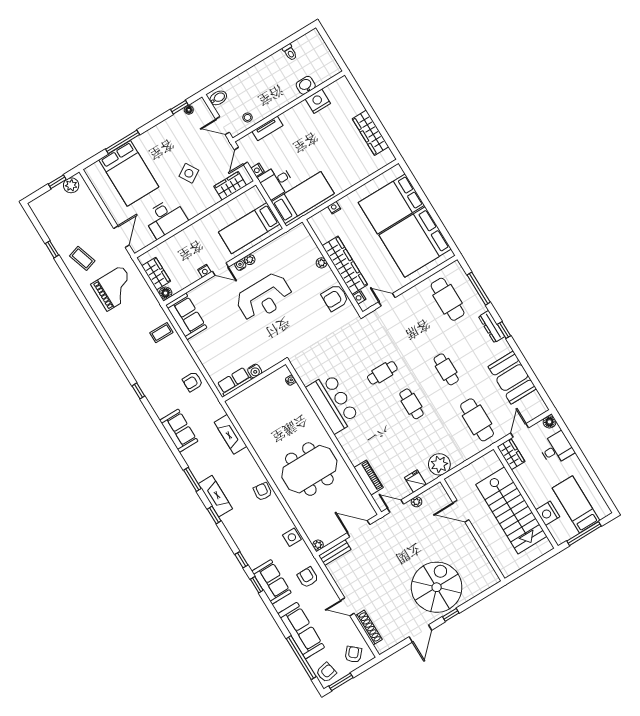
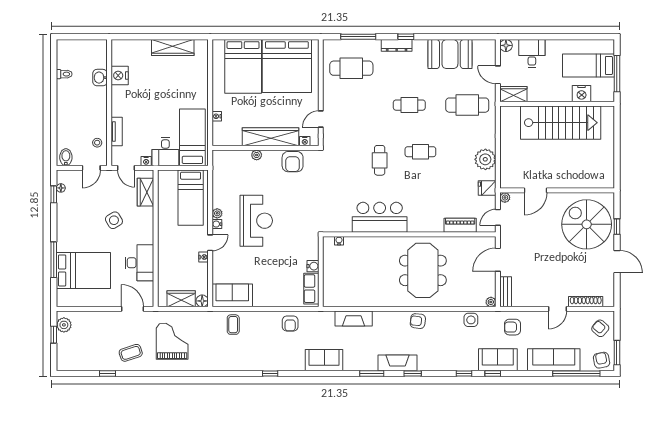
door: (461, 511) -> (536, 190), moved
wall: (472, 530) -> (557, 190), moved

